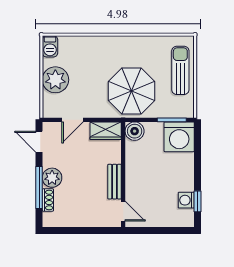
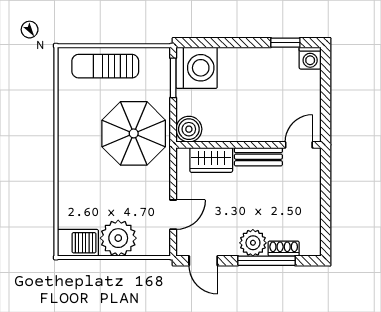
barbecue: (50, 46) -> (78, 243), width x1.38, depth x1.27
door: (72, 120) -> (173, 215), hinge flipped
wardrobe: (106, 131) -> (211, 160), moved, turned 90
door: (39, 142) -> (203, 261), hinge flipped
washing machine: (186, 200) -> (310, 58), moved

